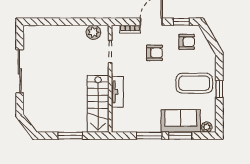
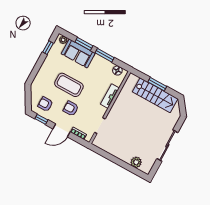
plant: (93, 32) -> (136, 162), moved
coffee table: (194, 83) -> (69, 85), moved
window: (219, 89) -> (48, 48), moved
stairs: (98, 104) -> (155, 95), moved, turned 90
floor lamp: (125, 126) -> (117, 71), added

